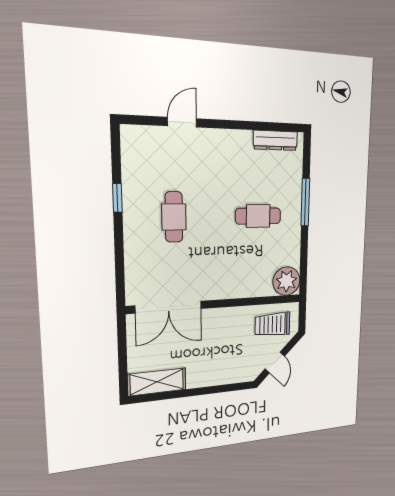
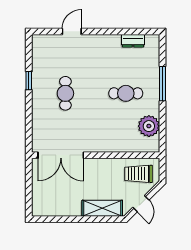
dresser: (275, 140) -> (133, 41), width x0.70
plant: (286, 281) -> (149, 126), moved
shelving: (157, 382) -> (102, 208), moved

